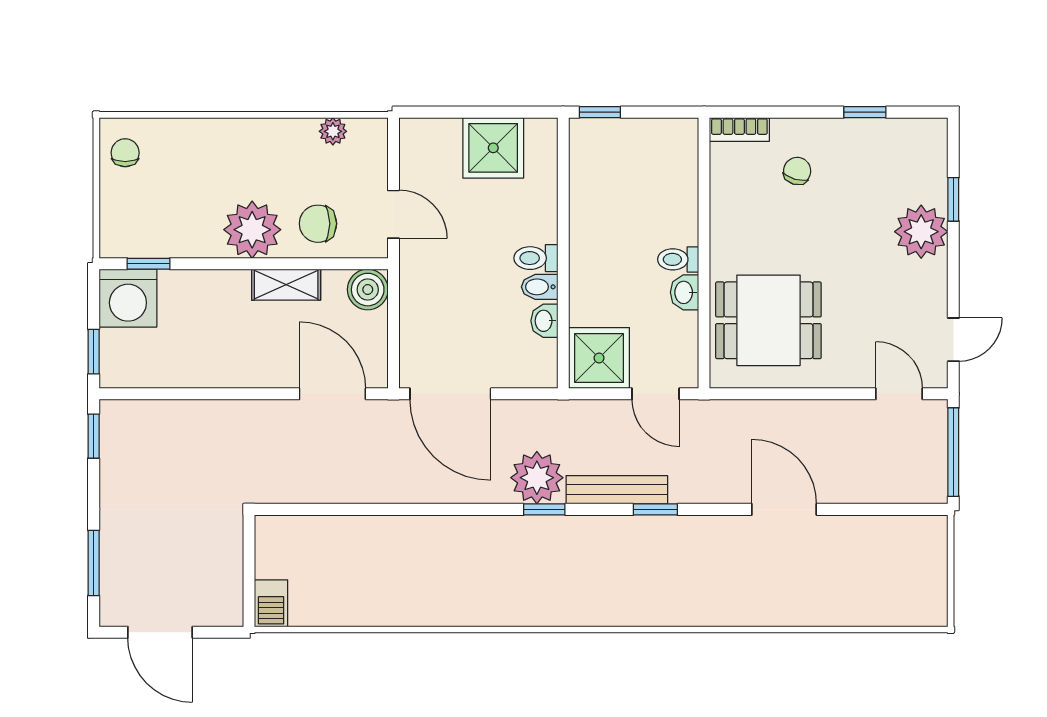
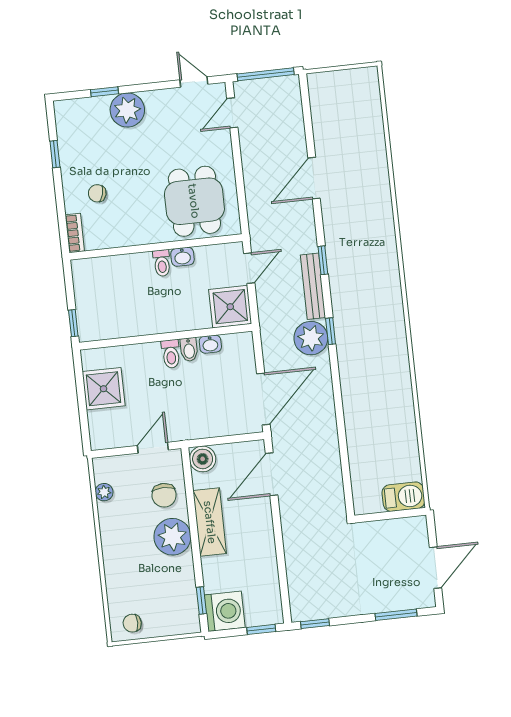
shelving: (286, 285) -> (210, 522), width x1.50, depth x1.33
barbecue: (271, 603) -> (403, 497), width x1.38, depth x1.27

